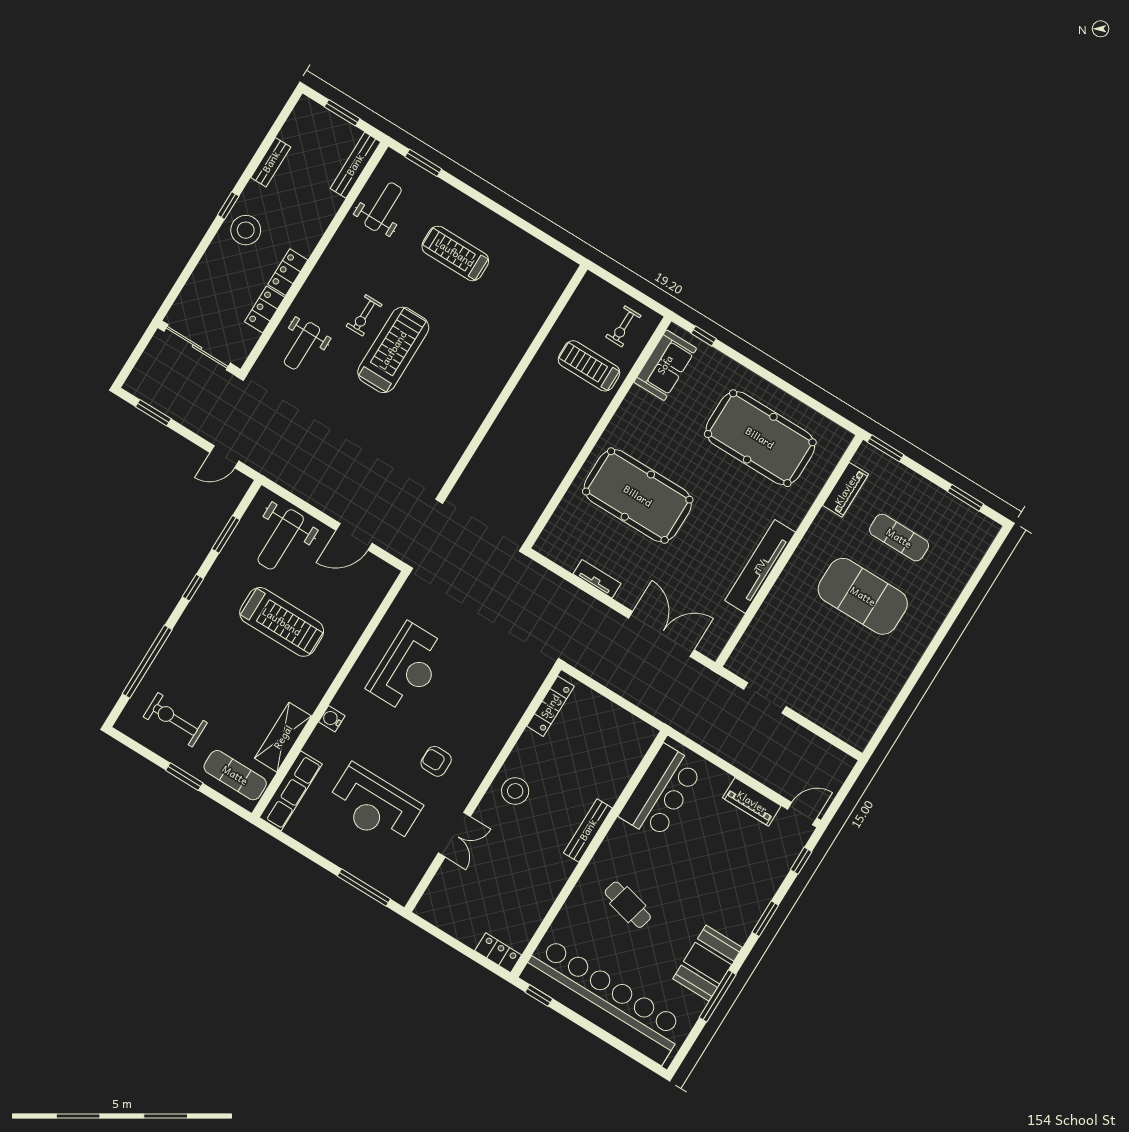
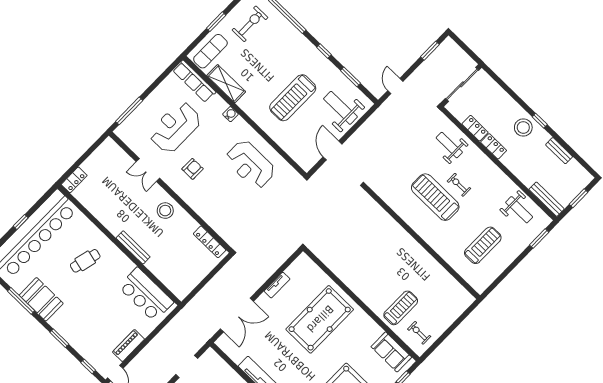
treadmill: (393, 350) -> (435, 197), turned 180
wall: (514, 381) -> (422, 242), moved
window: (539, 996) -> (21, 222), moved

